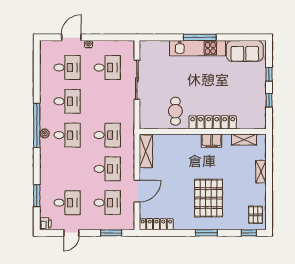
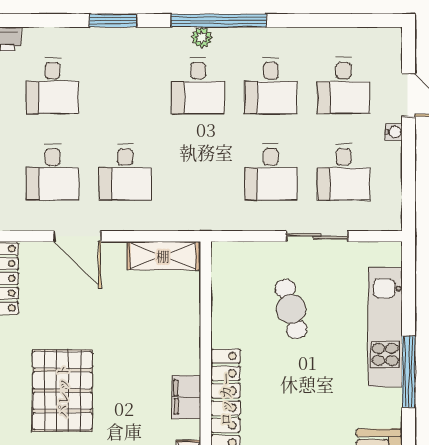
kitchen unit: (198, 48) -> (385, 327), moved
sliding door: (137, 80) -> (317, 236), width x0.73
cafe table: (175, 111) -> (291, 309), moved, turned 74
desk: (107, 135) -> (271, 172), moved
window: (37, 196) -> (113, 21), moved
pallet: (209, 198) -> (62, 391), turned 90

